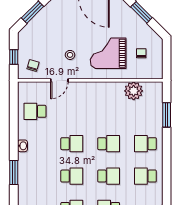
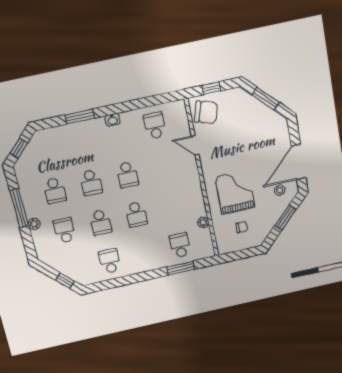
stool: (70, 55) -> (280, 190), moved
chair: (33, 65) -> (206, 112), width x1.87, depth x1.87
plant: (134, 91) -> (203, 222), width x0.53, depth x0.53
school desk: (145, 144) -> (180, 245), moved

